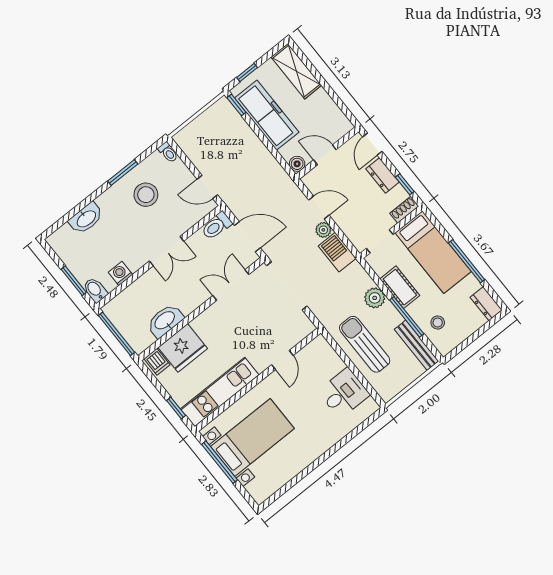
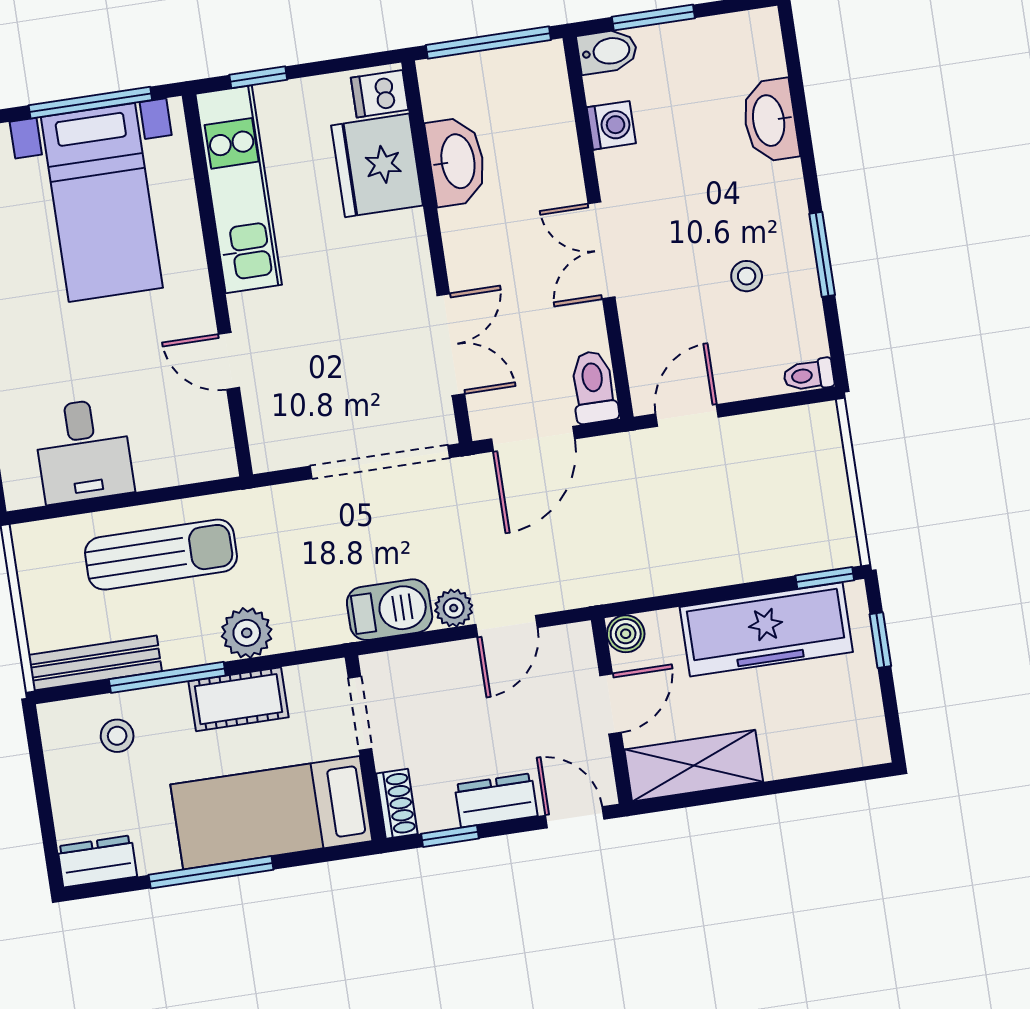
shelving: (296, 71) -> (694, 766), moved
stool: (146, 195) -> (747, 276), width x0.53, depth x0.53

